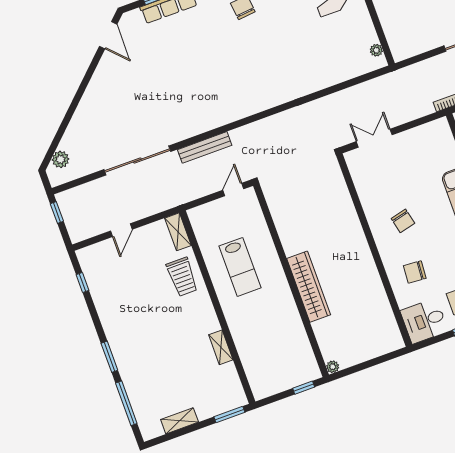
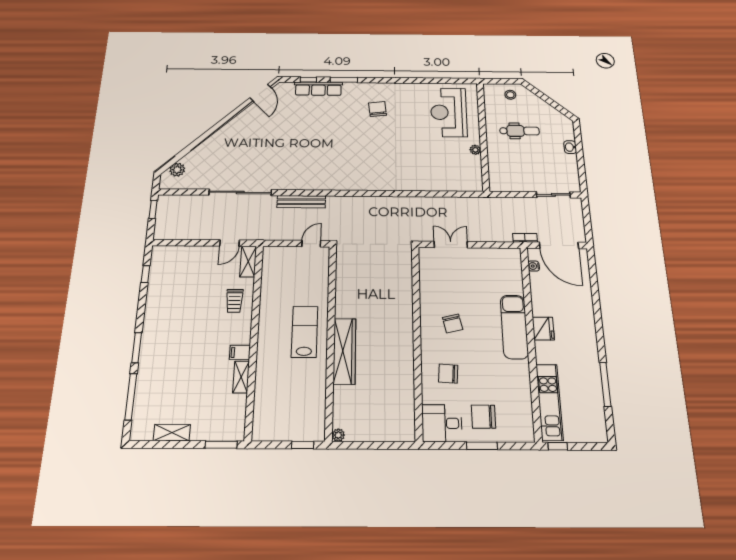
plant: (376, 50) -> (475, 150), moved
door: (121, 230) -> (229, 243), moved
lab bench: (240, 267) -> (305, 332), moved, turned 180
trolley: (182, 277) -> (234, 301), width x0.73, depth x0.72
filing cabinet: (210, 325) -> (240, 352), added

